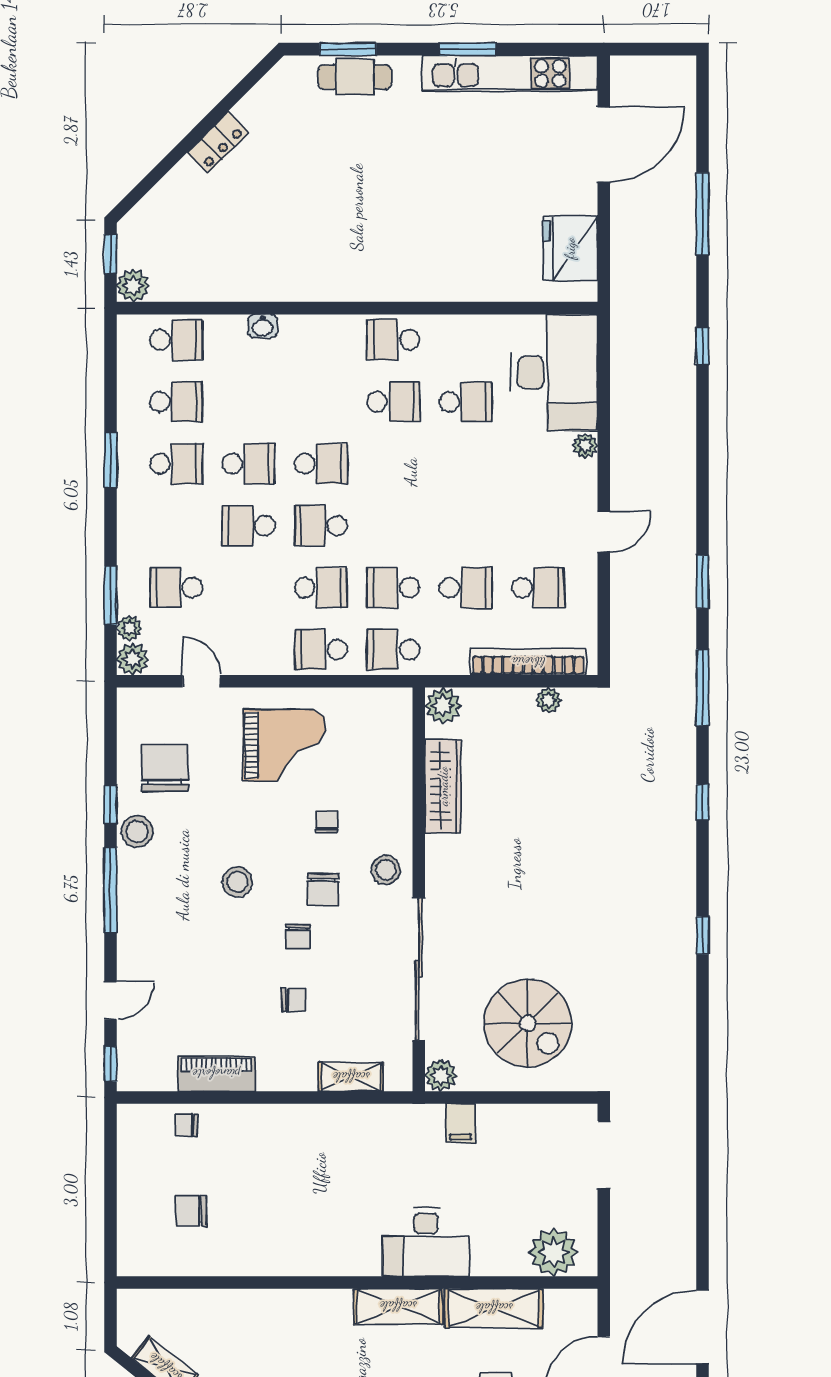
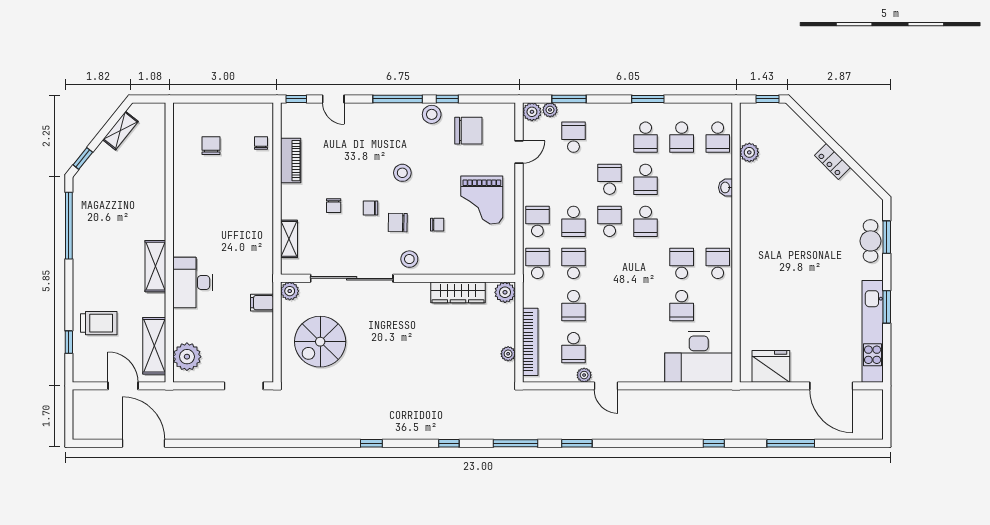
plant: (133, 285) -> (749, 152), moved
school desk: (393, 402) -> (682, 263), turned 180
plant: (585, 445) -> (584, 375), moved
shelving: (494, 1308) -> (154, 346), moved

